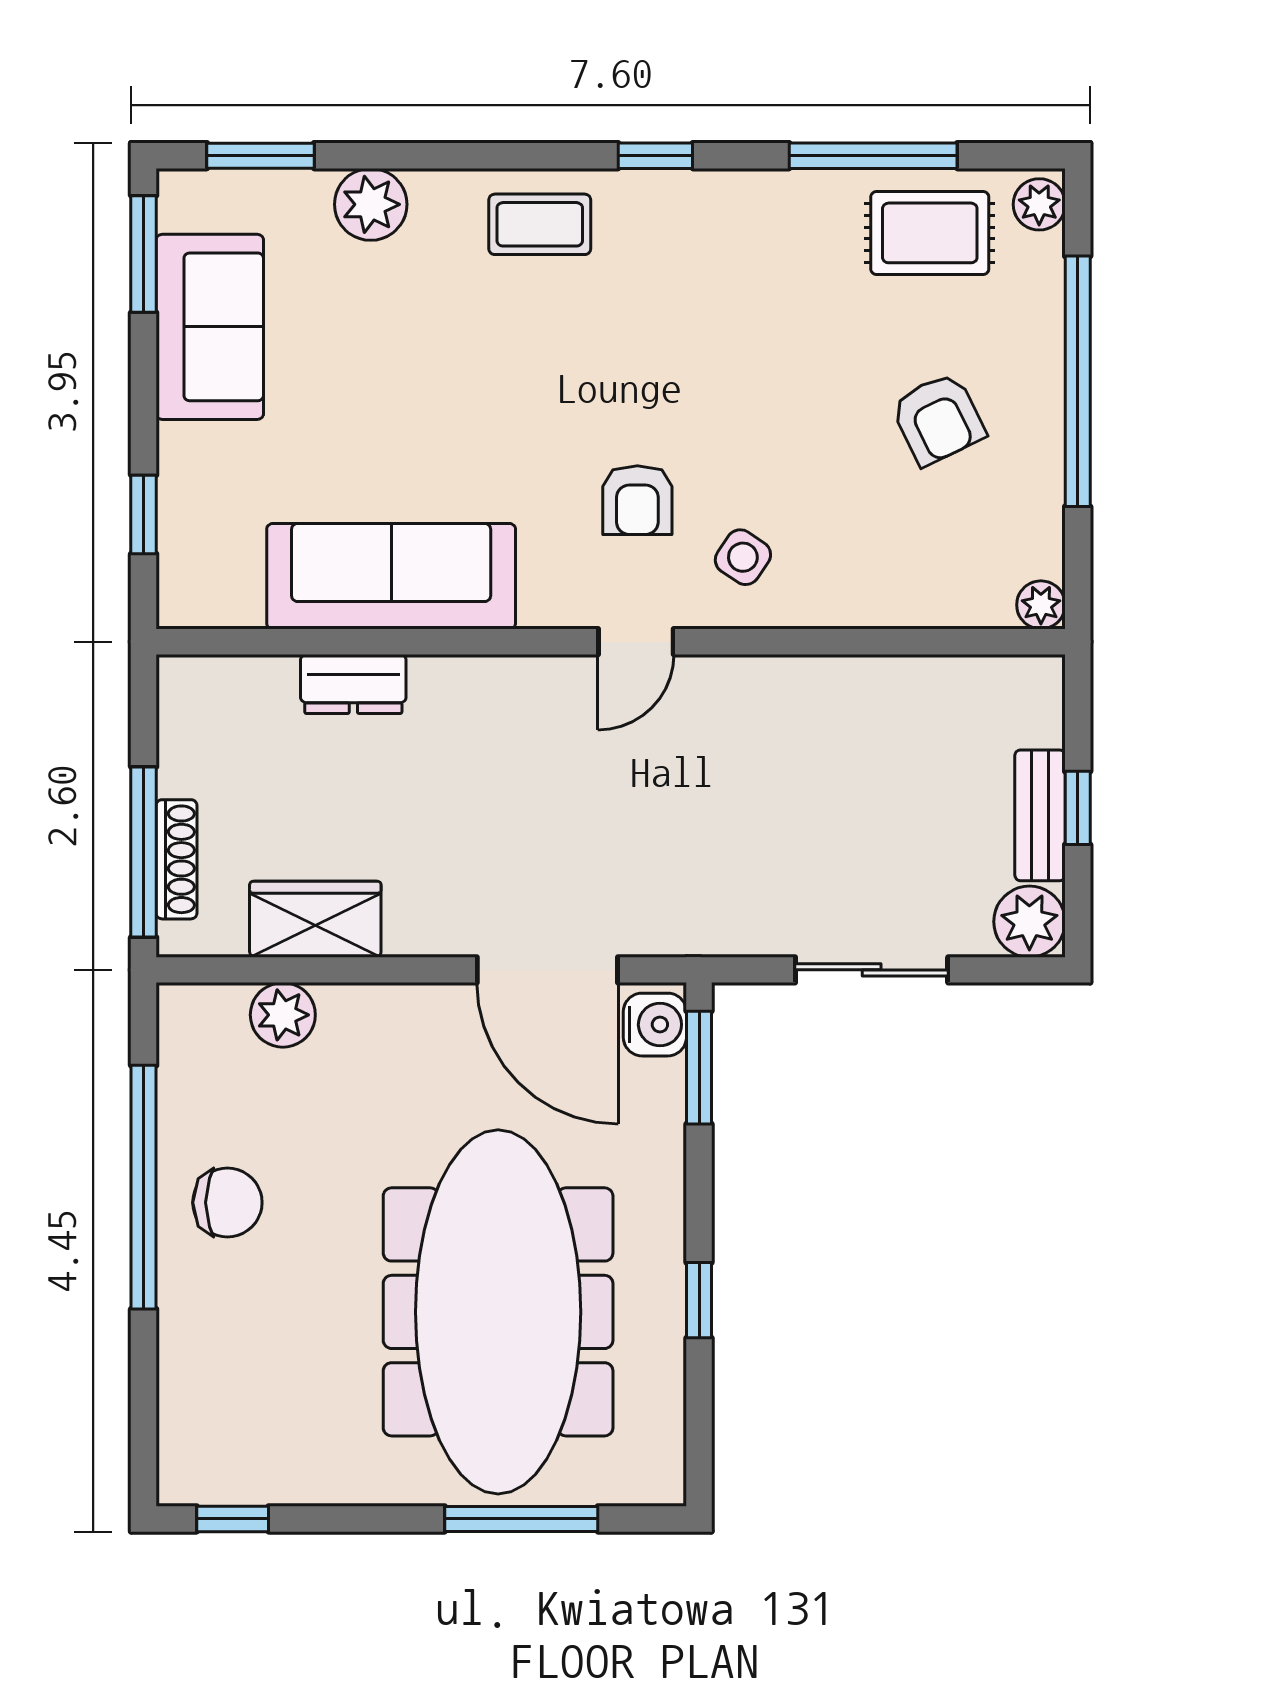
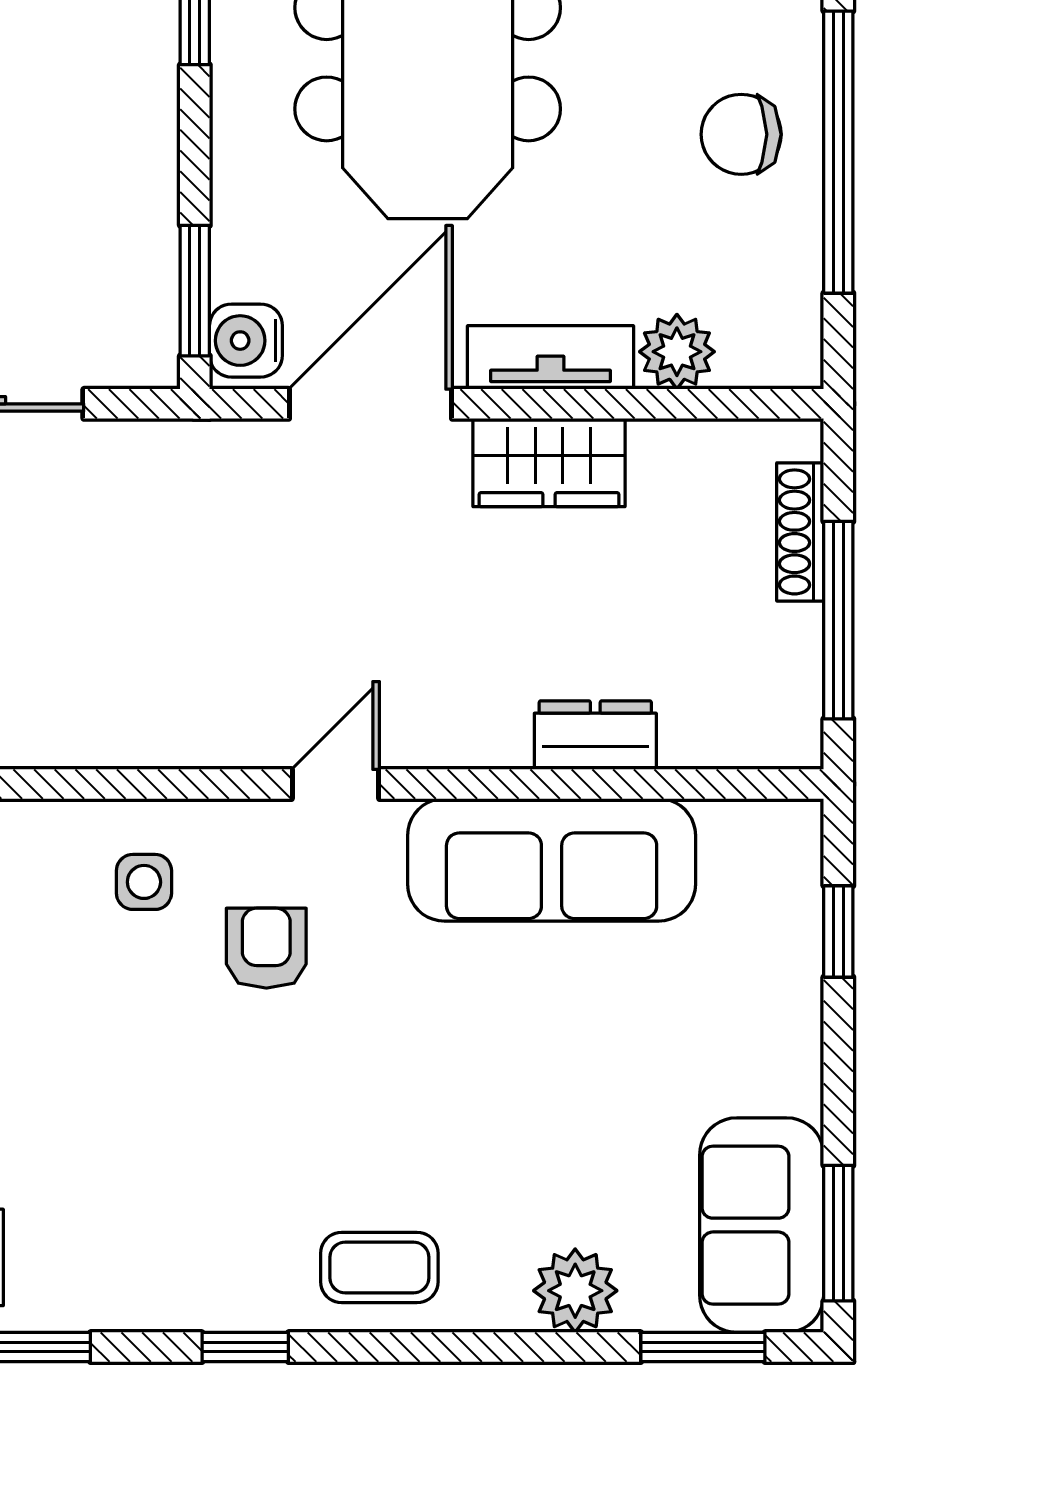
sofa: (210, 327) -> (762, 1225), moved
side table: (743, 557) -> (144, 882), turned -34
door: (636, 642) -> (335, 784), moved
window: (144, 852) -> (838, 620), moved
wardrobe: (315, 919) -> (549, 463), moved
door: (547, 970) -> (370, 404), hinge flipped
tv unit: (392, 1010) -> (551, 357), added

